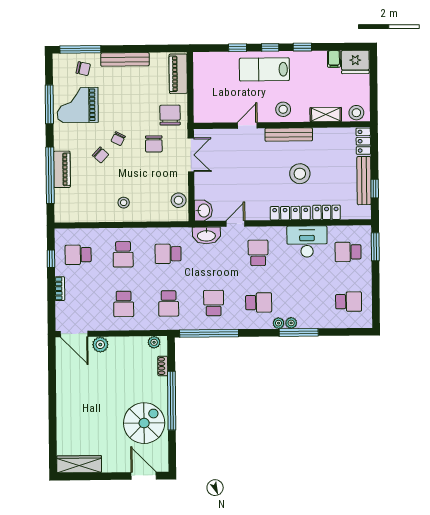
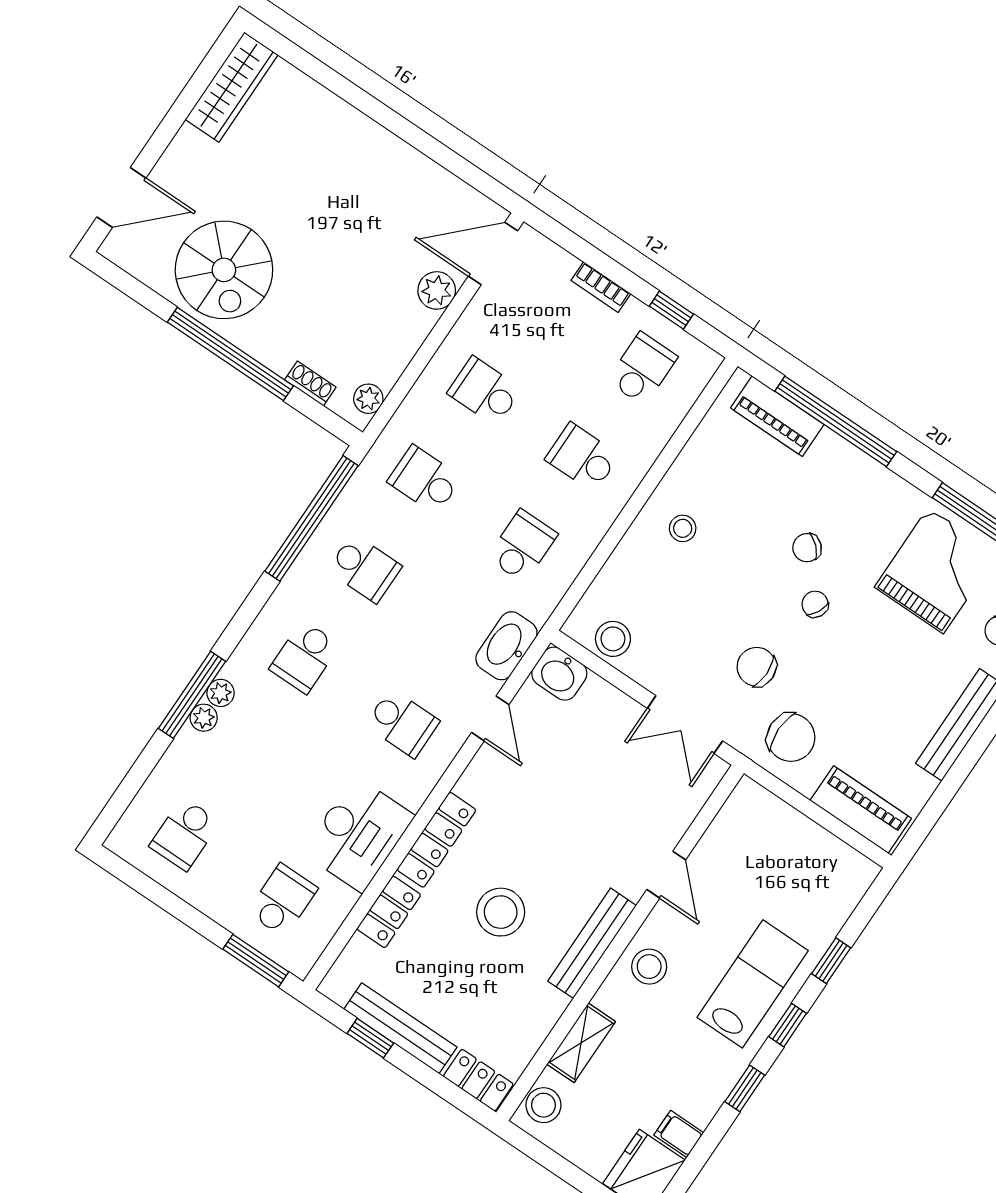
piano: (62, 169) -> (777, 416), moved
plant: (279, 323) -> (204, 718), moved

